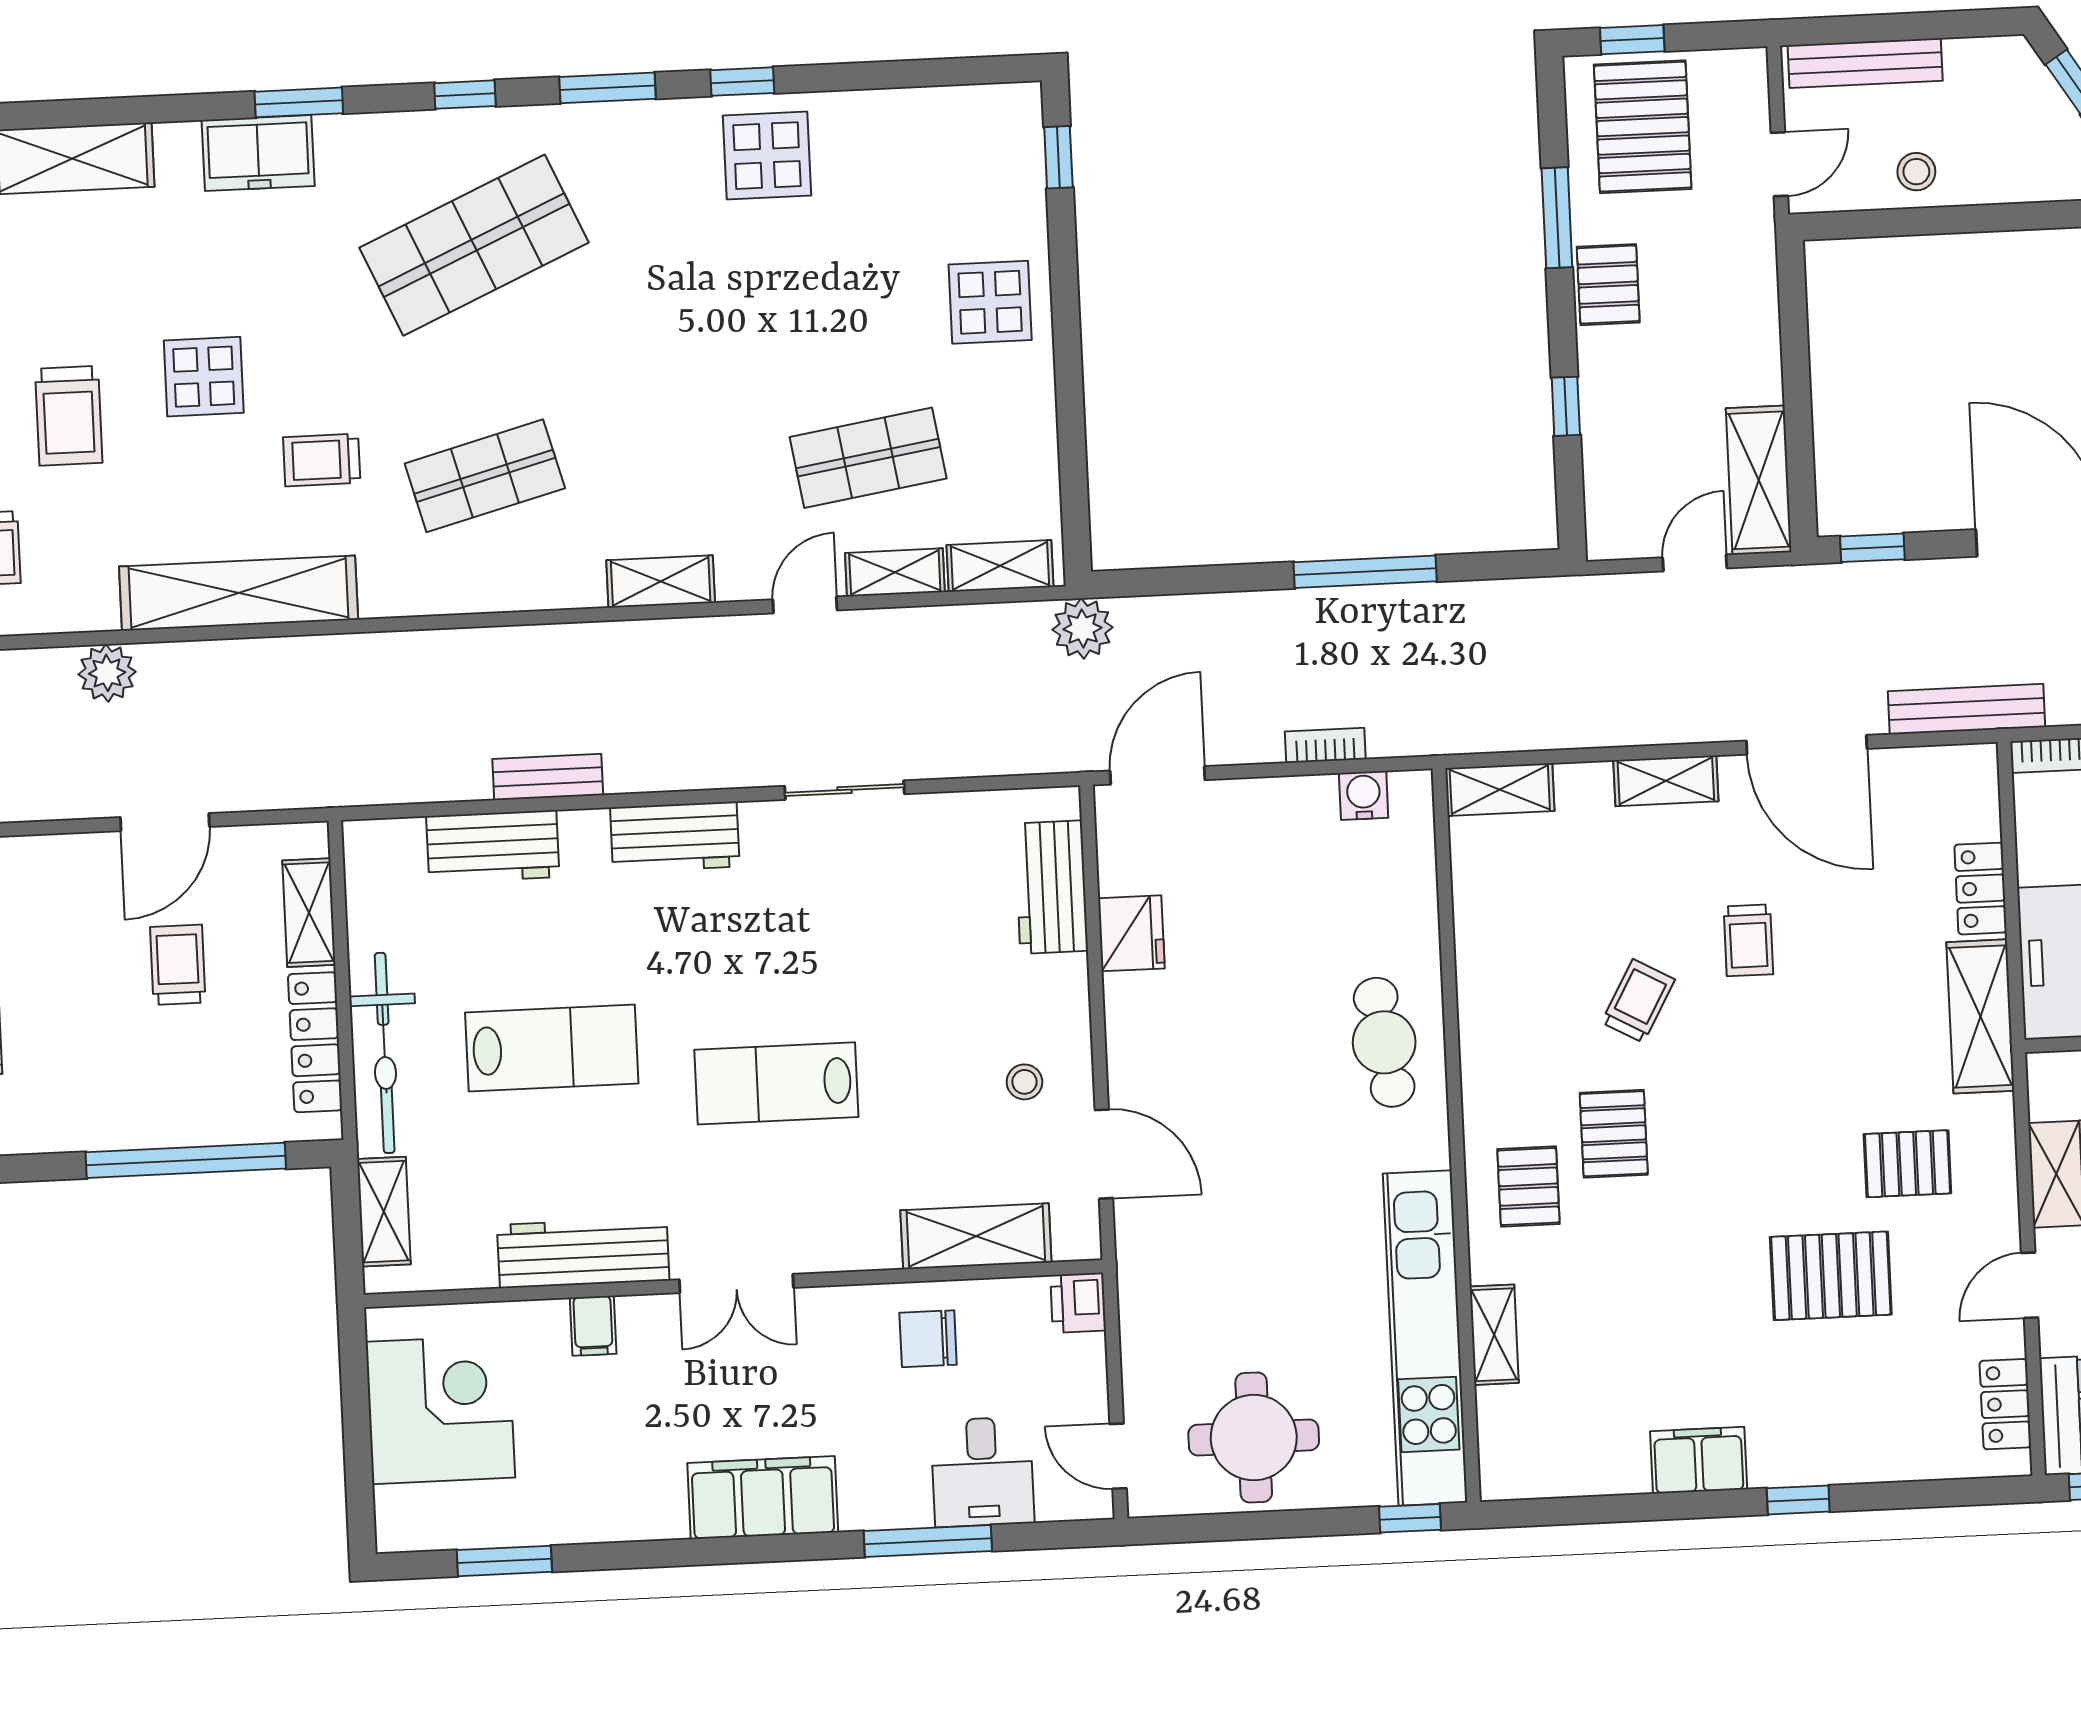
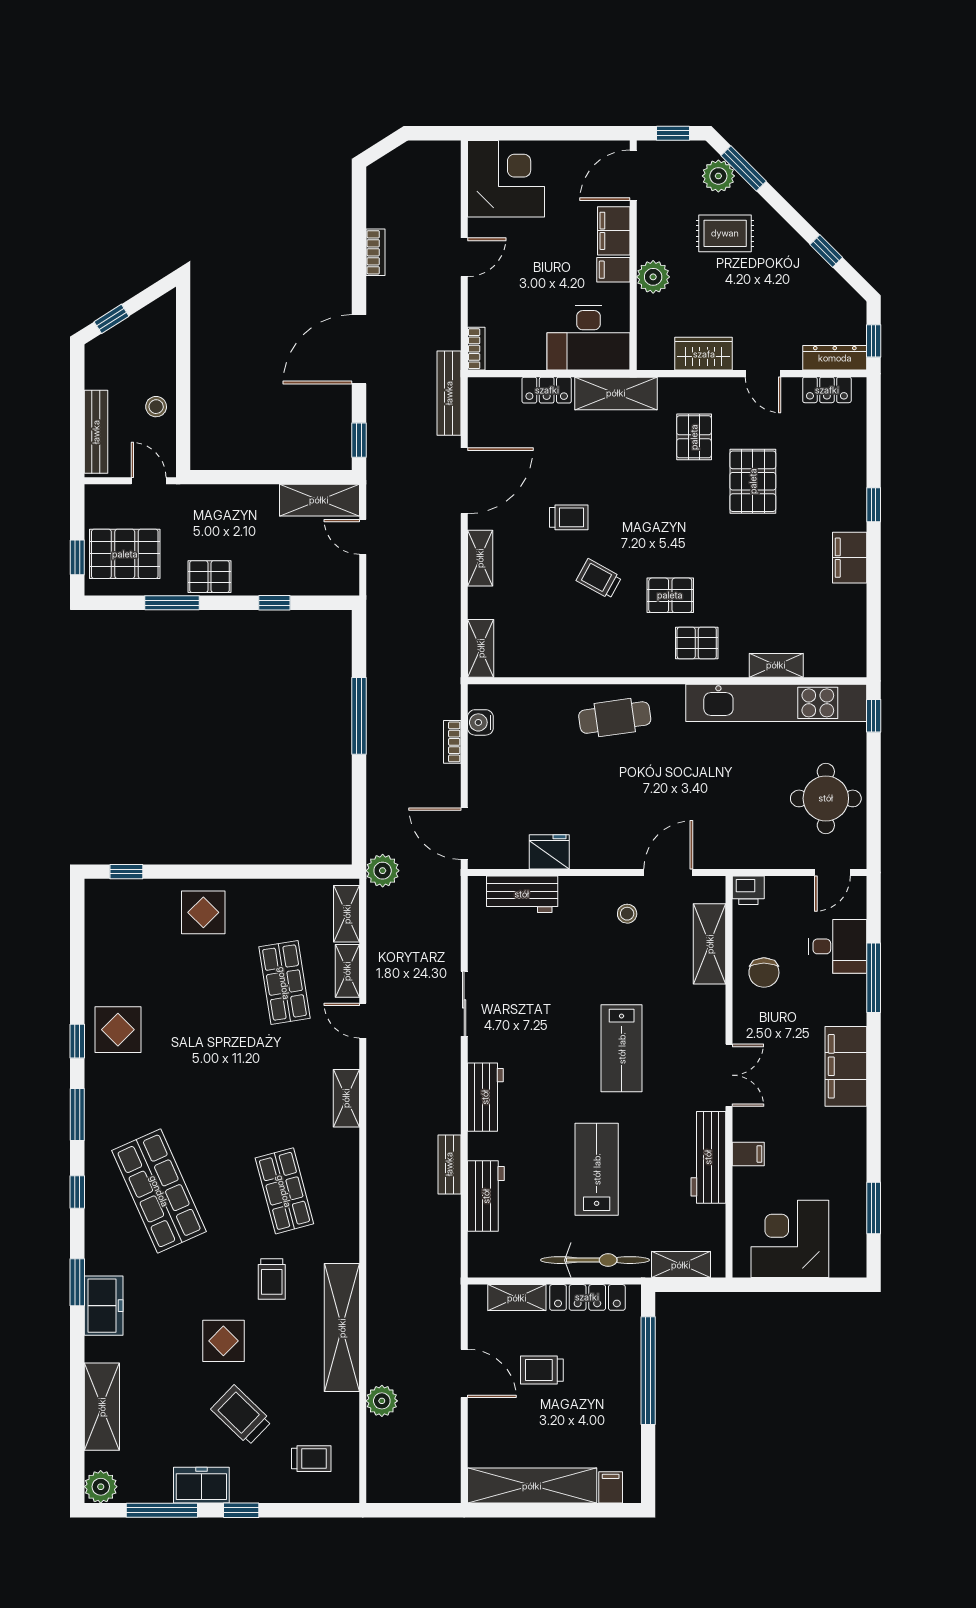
trolley: (69, 416) -> (241, 1415), turned -136

